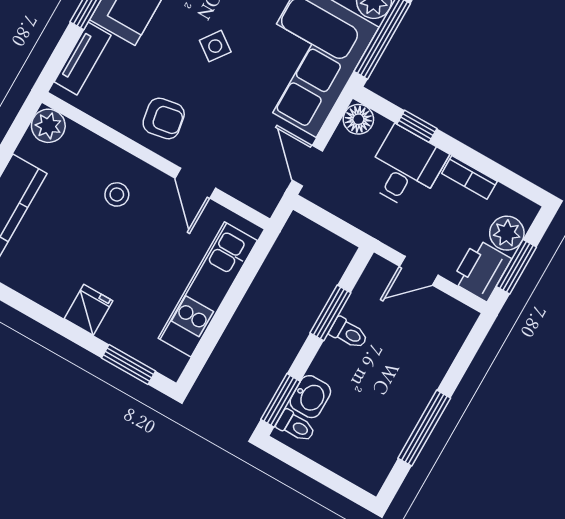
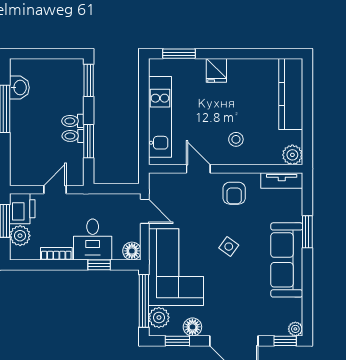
tv unit: (83, 58) -> (282, 181), moved, turned -90
armchair: (164, 118) -> (234, 193), turned -80
washbasin: (310, 397) -> (19, 88), moved, turned 180
toilet: (296, 426) -> (73, 121), moved

